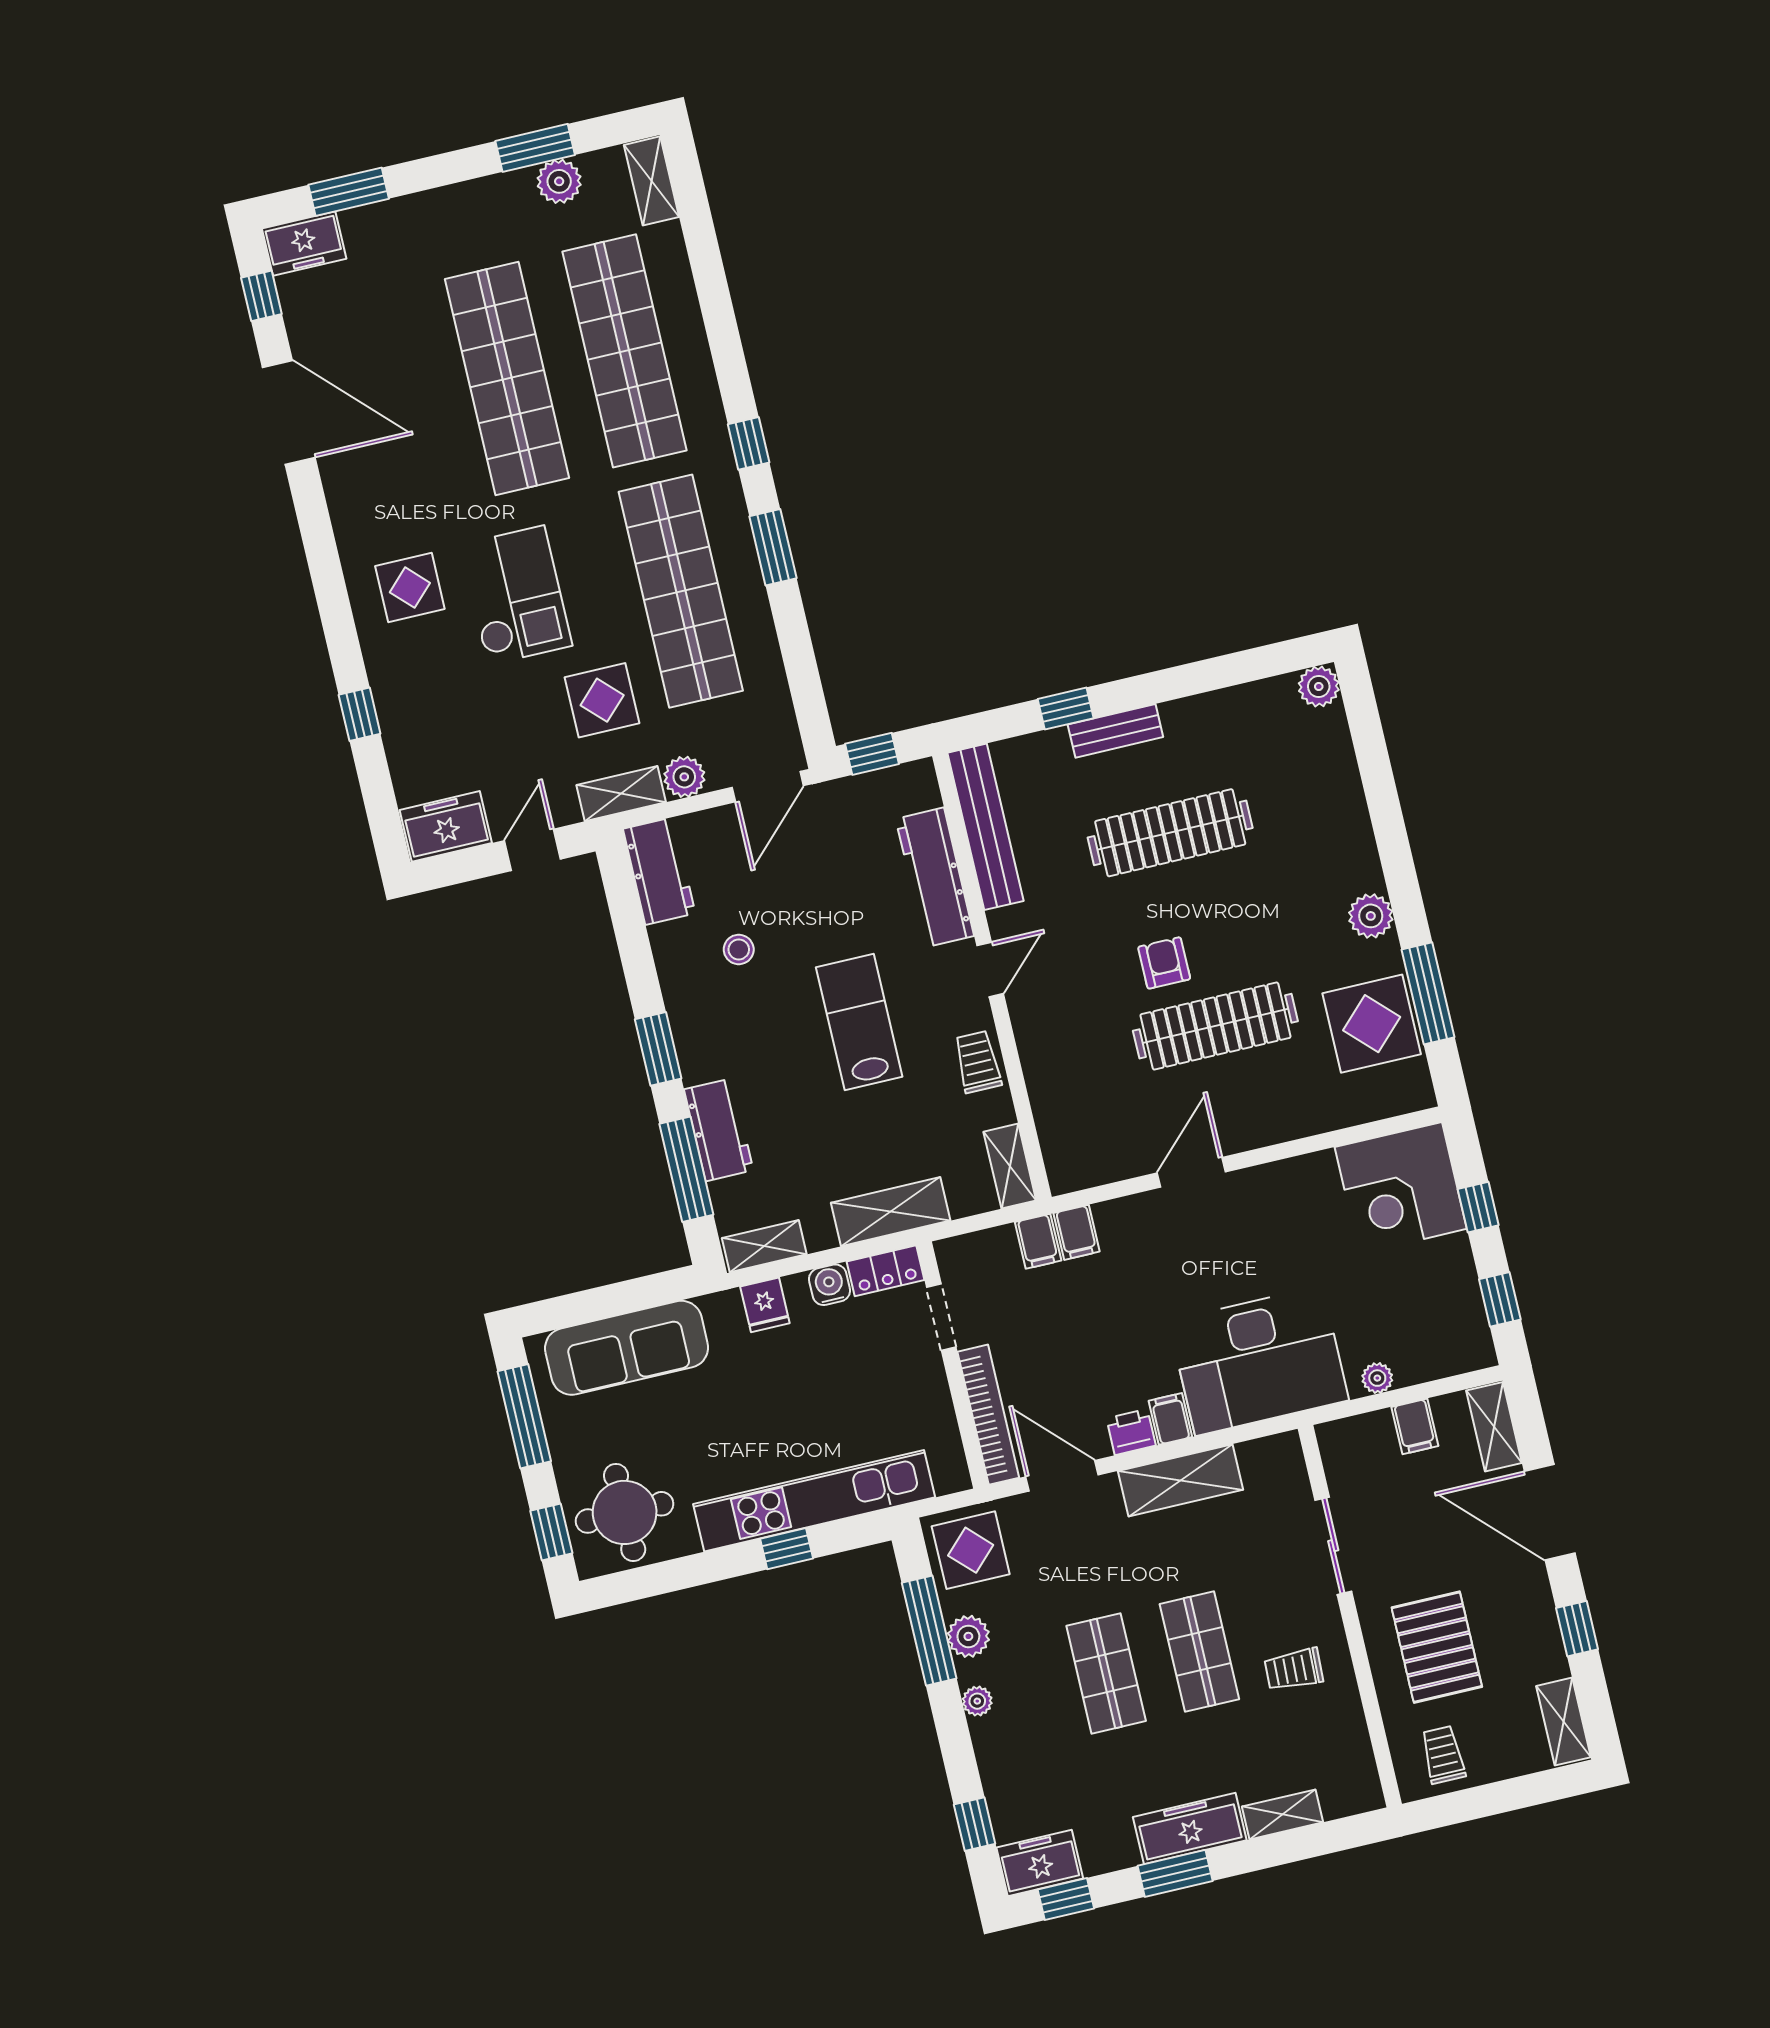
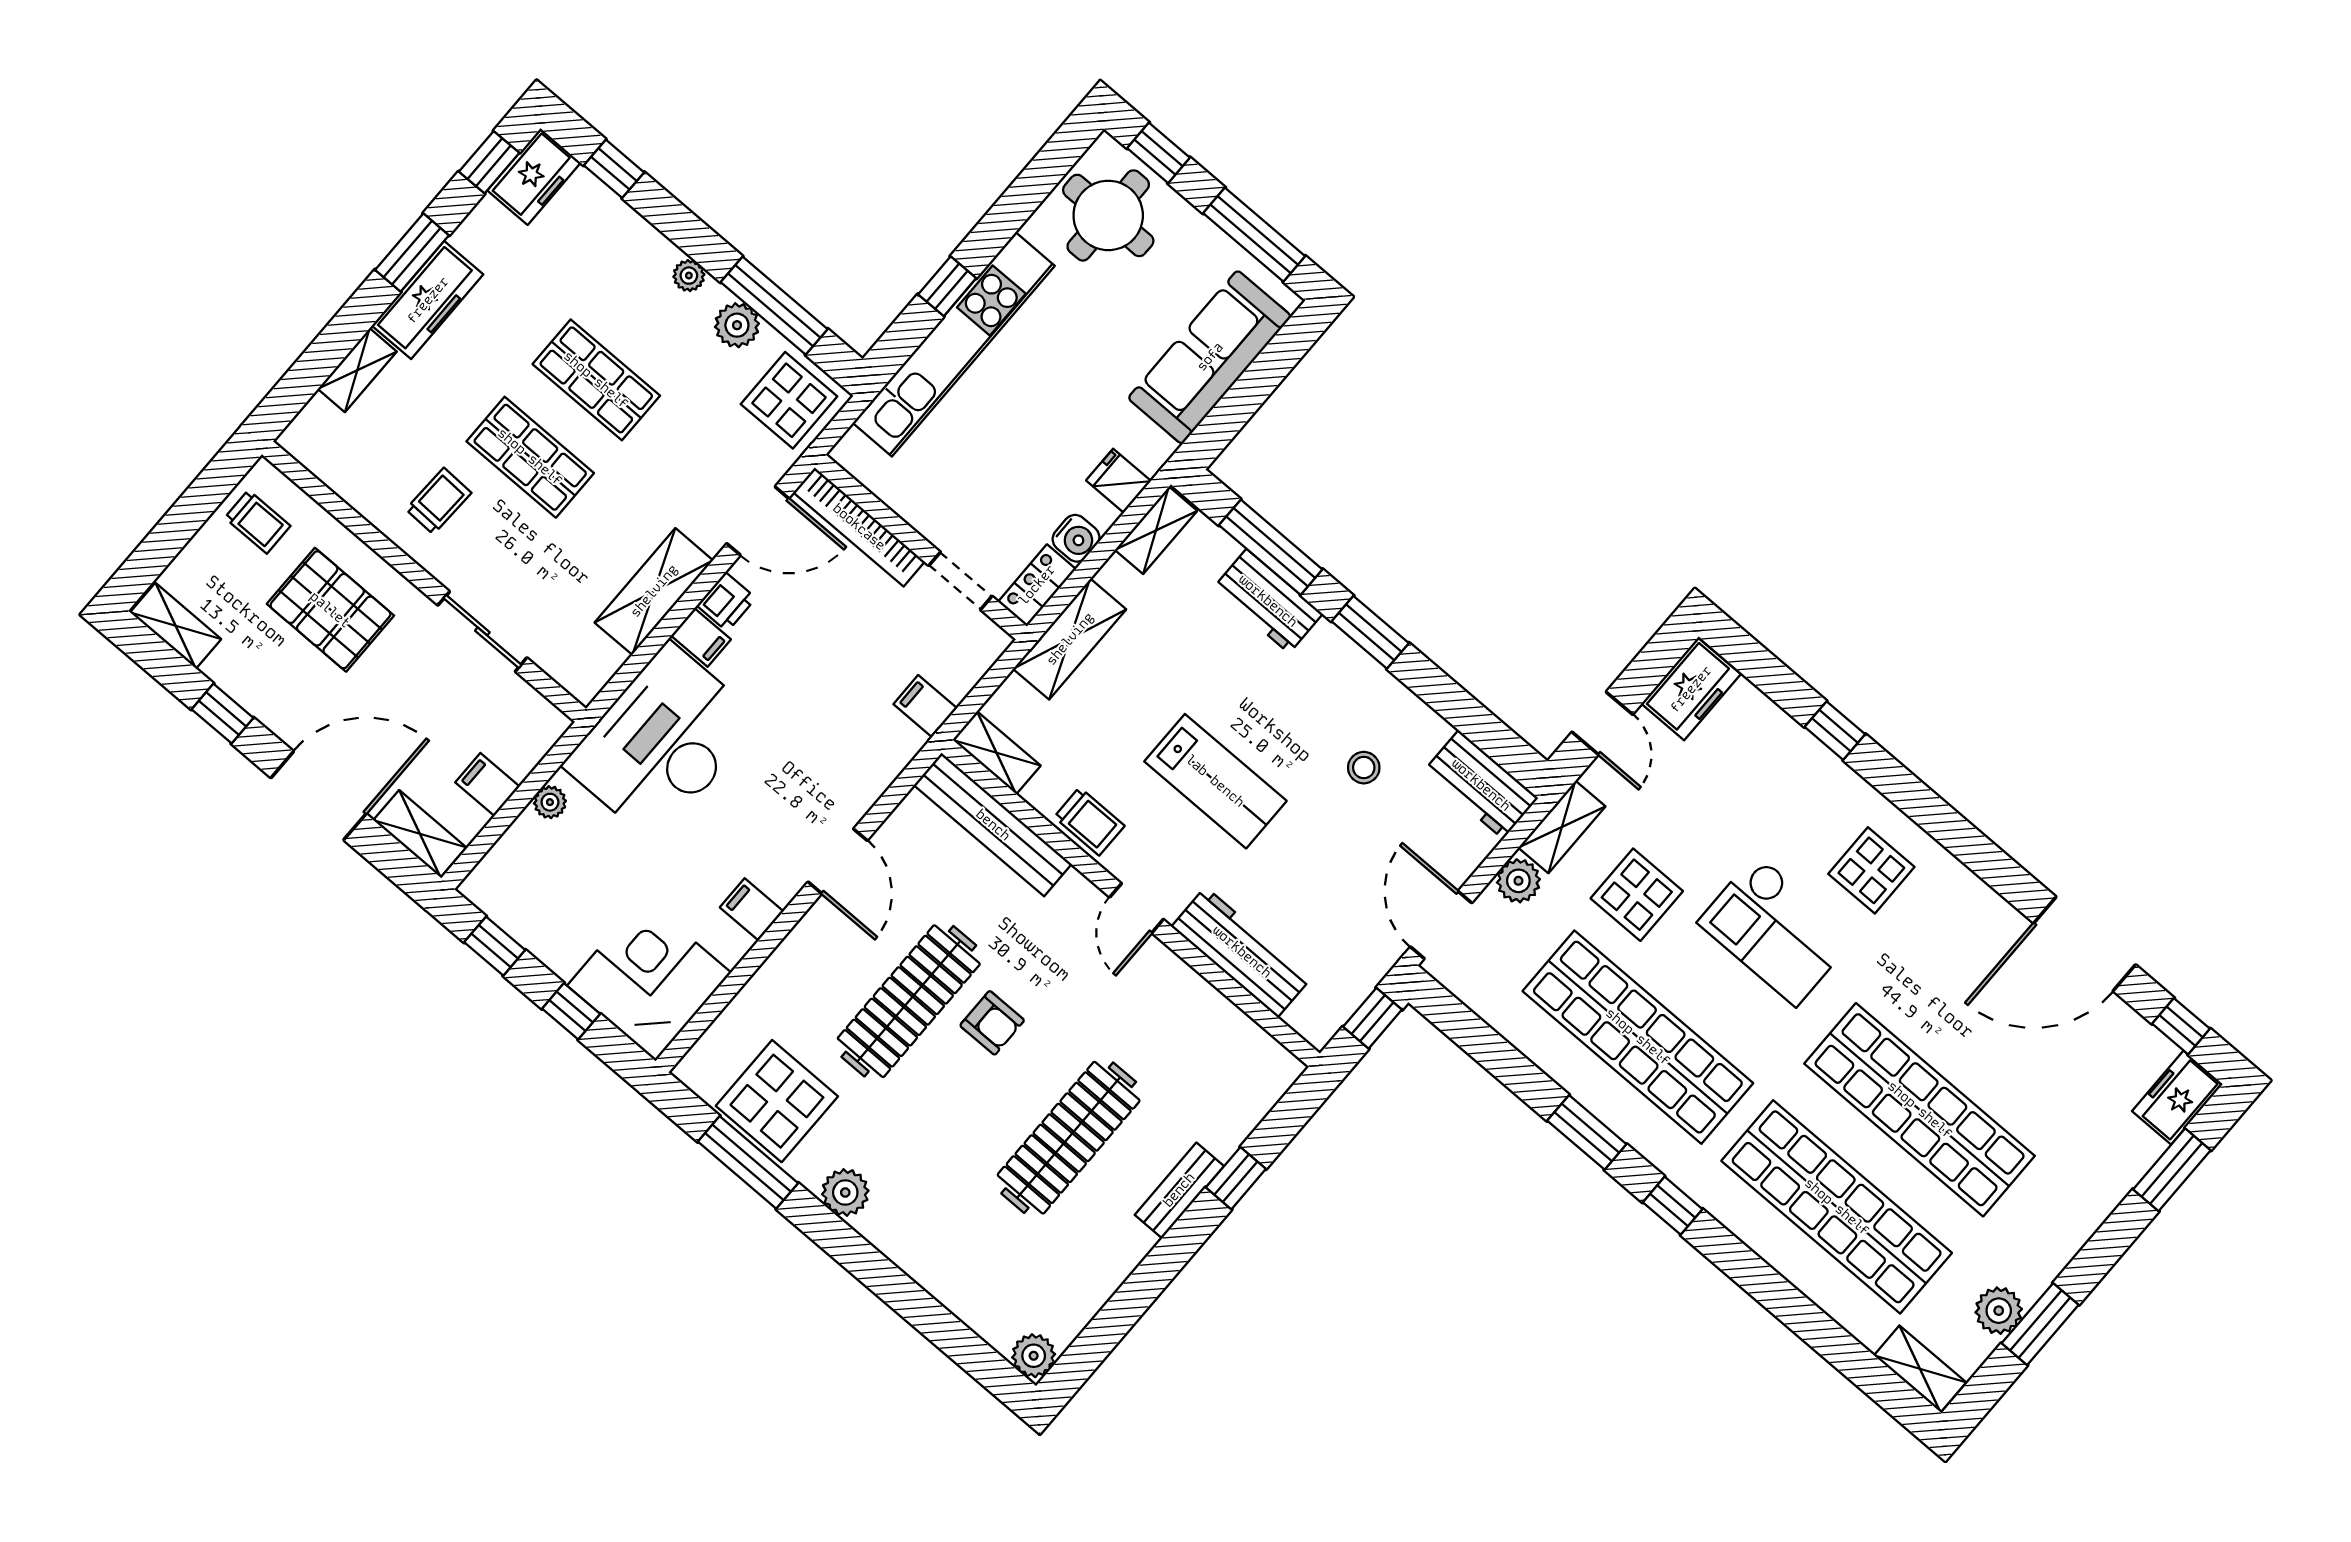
bench: (986, 827) -> (993, 825), moved
filing cabinet: (1077, 1232) -> (752, 909), moved

